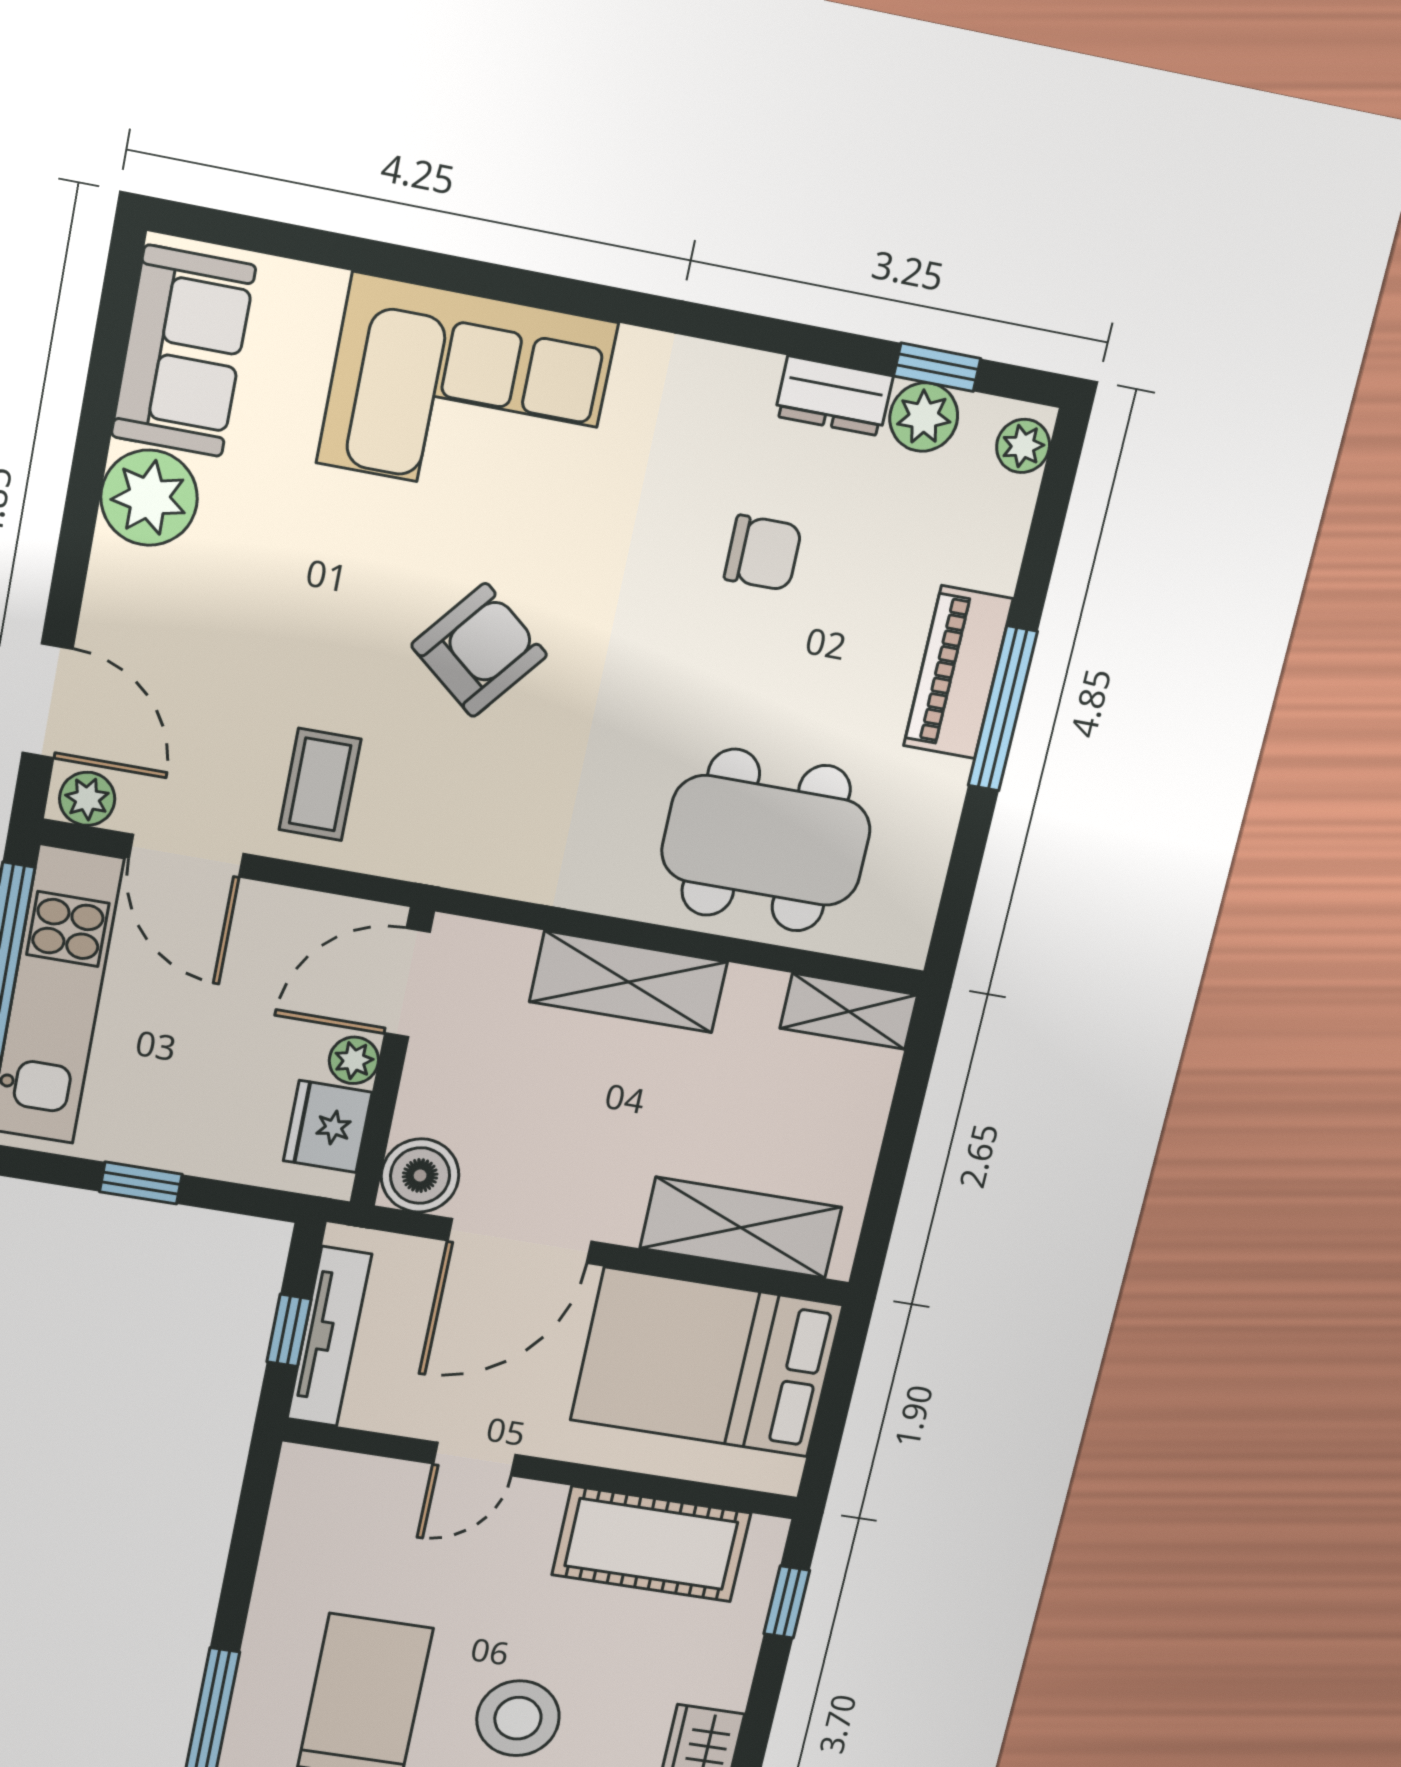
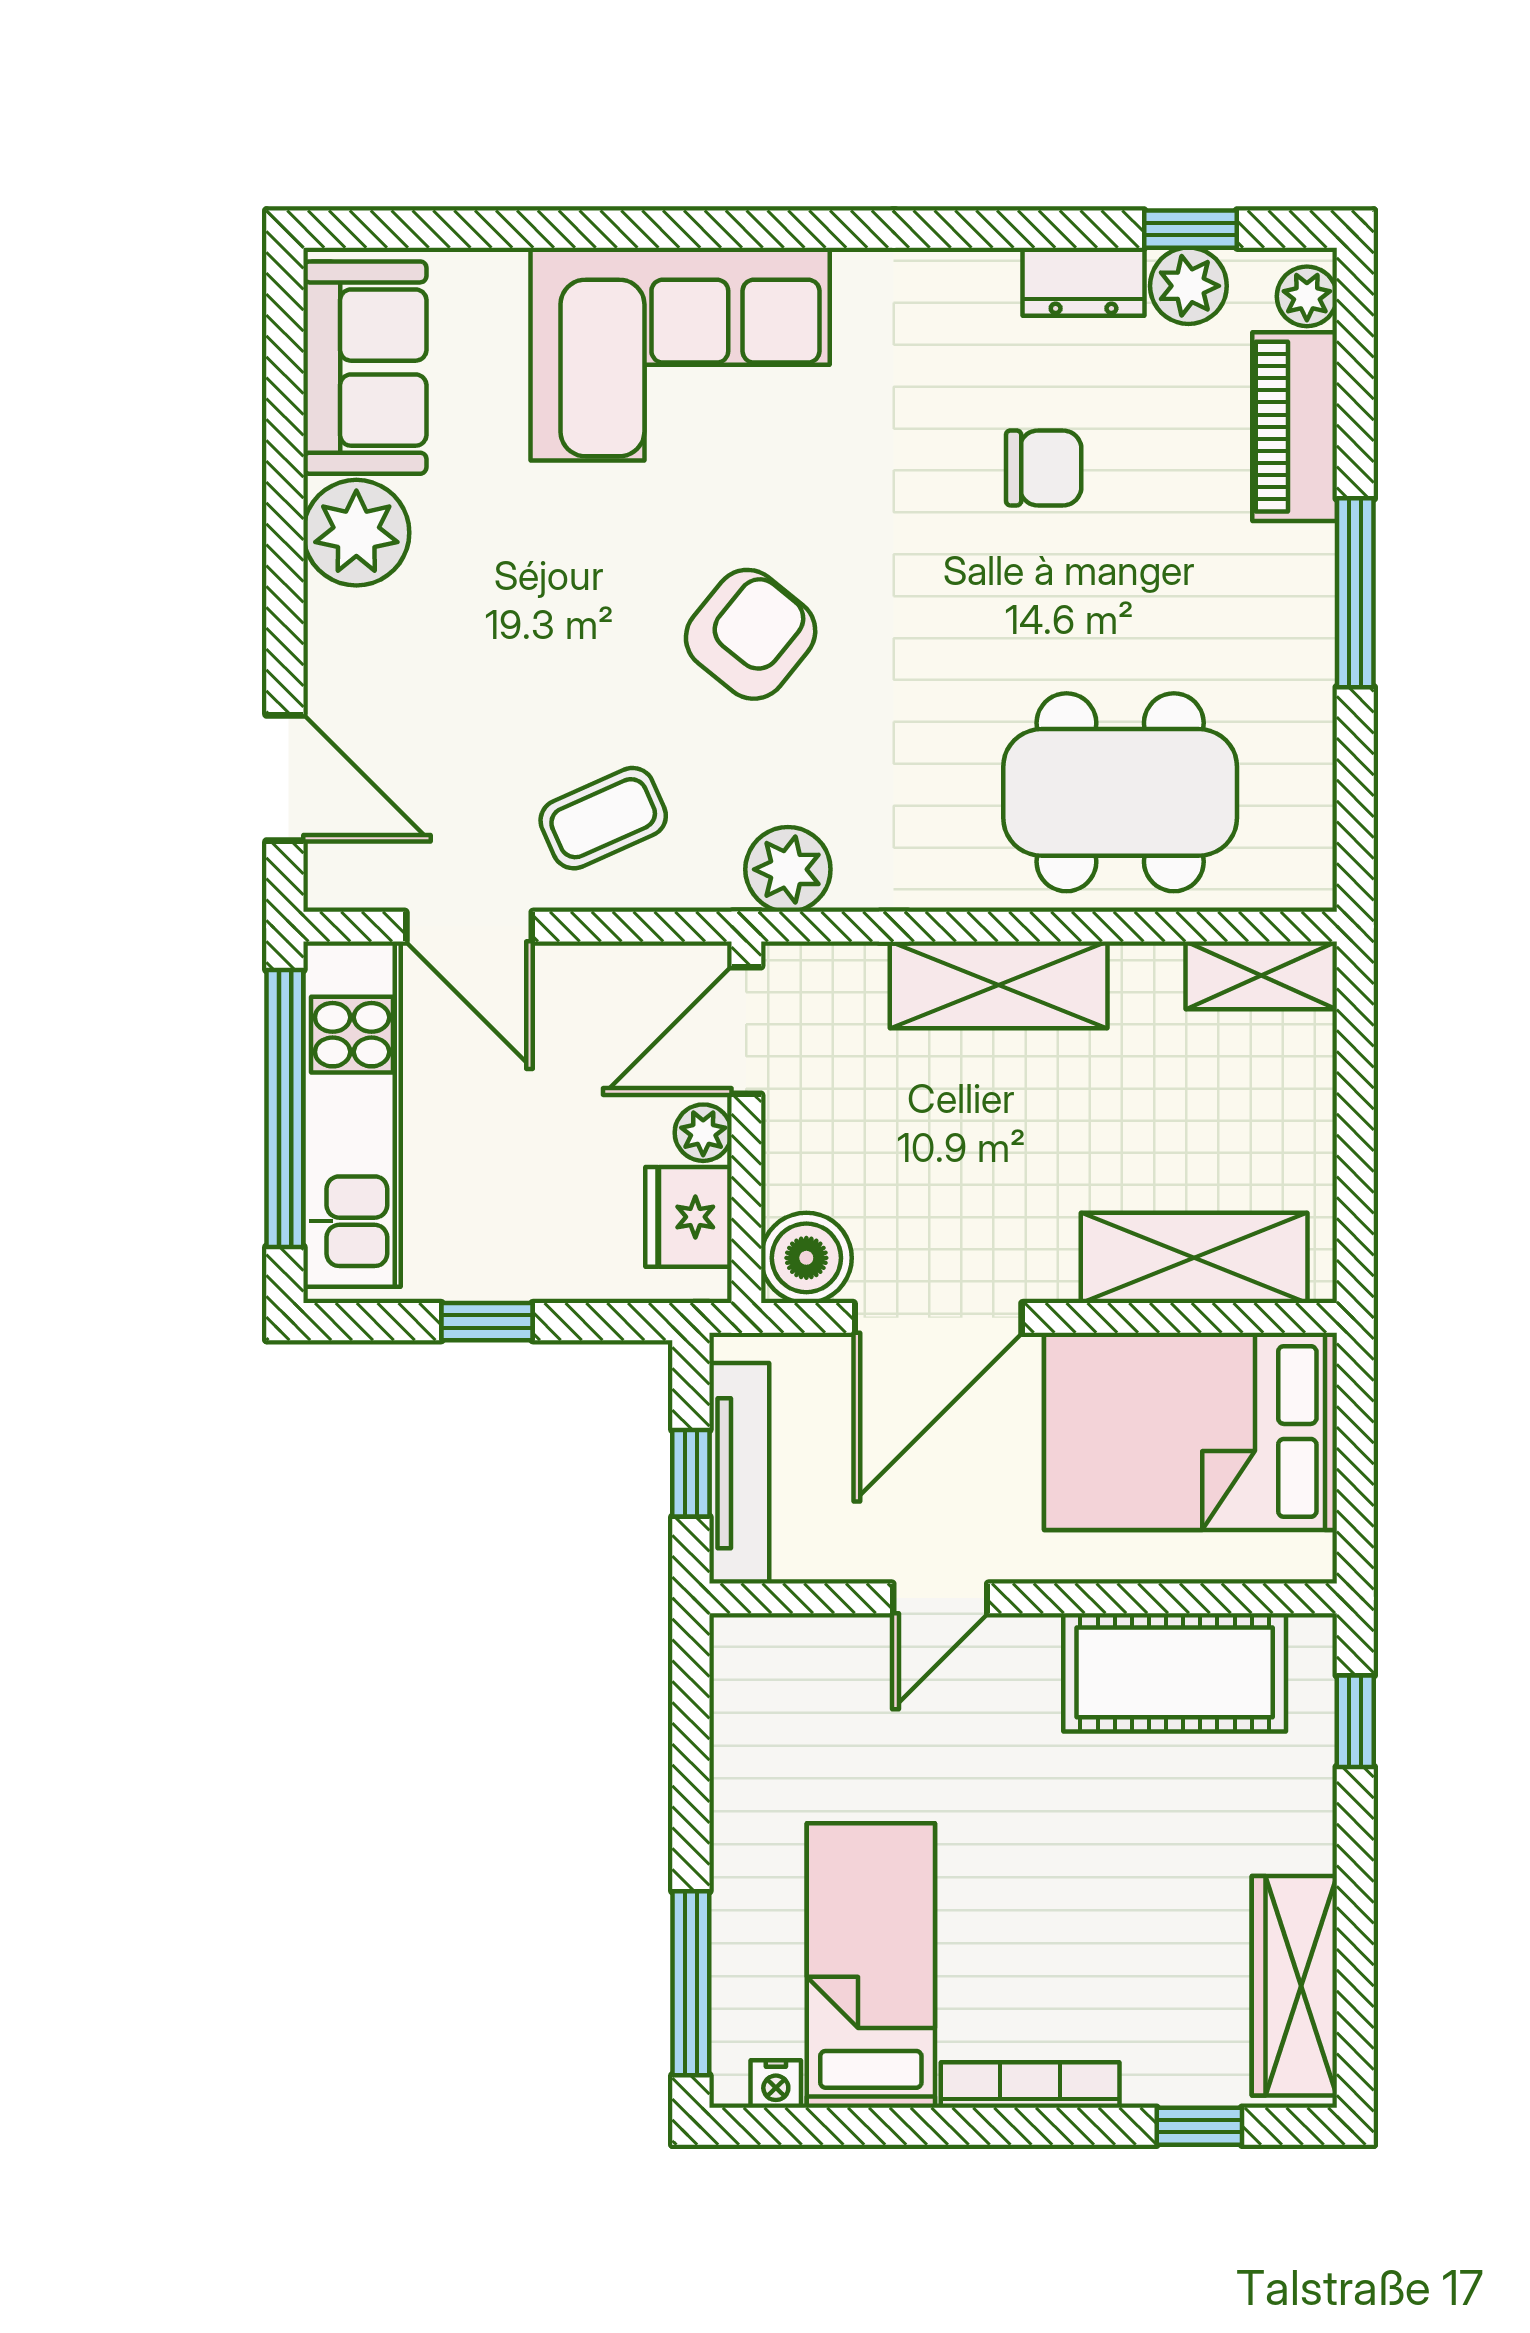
piano: (958, 672) -> (1295, 427), moved
coffee table: (320, 784) -> (603, 818), turned 66
plant: (87, 799) -> (788, 869), moved, width x1.38, depth x1.38
stool: (518, 1718) -> (1061, 1925), removed

